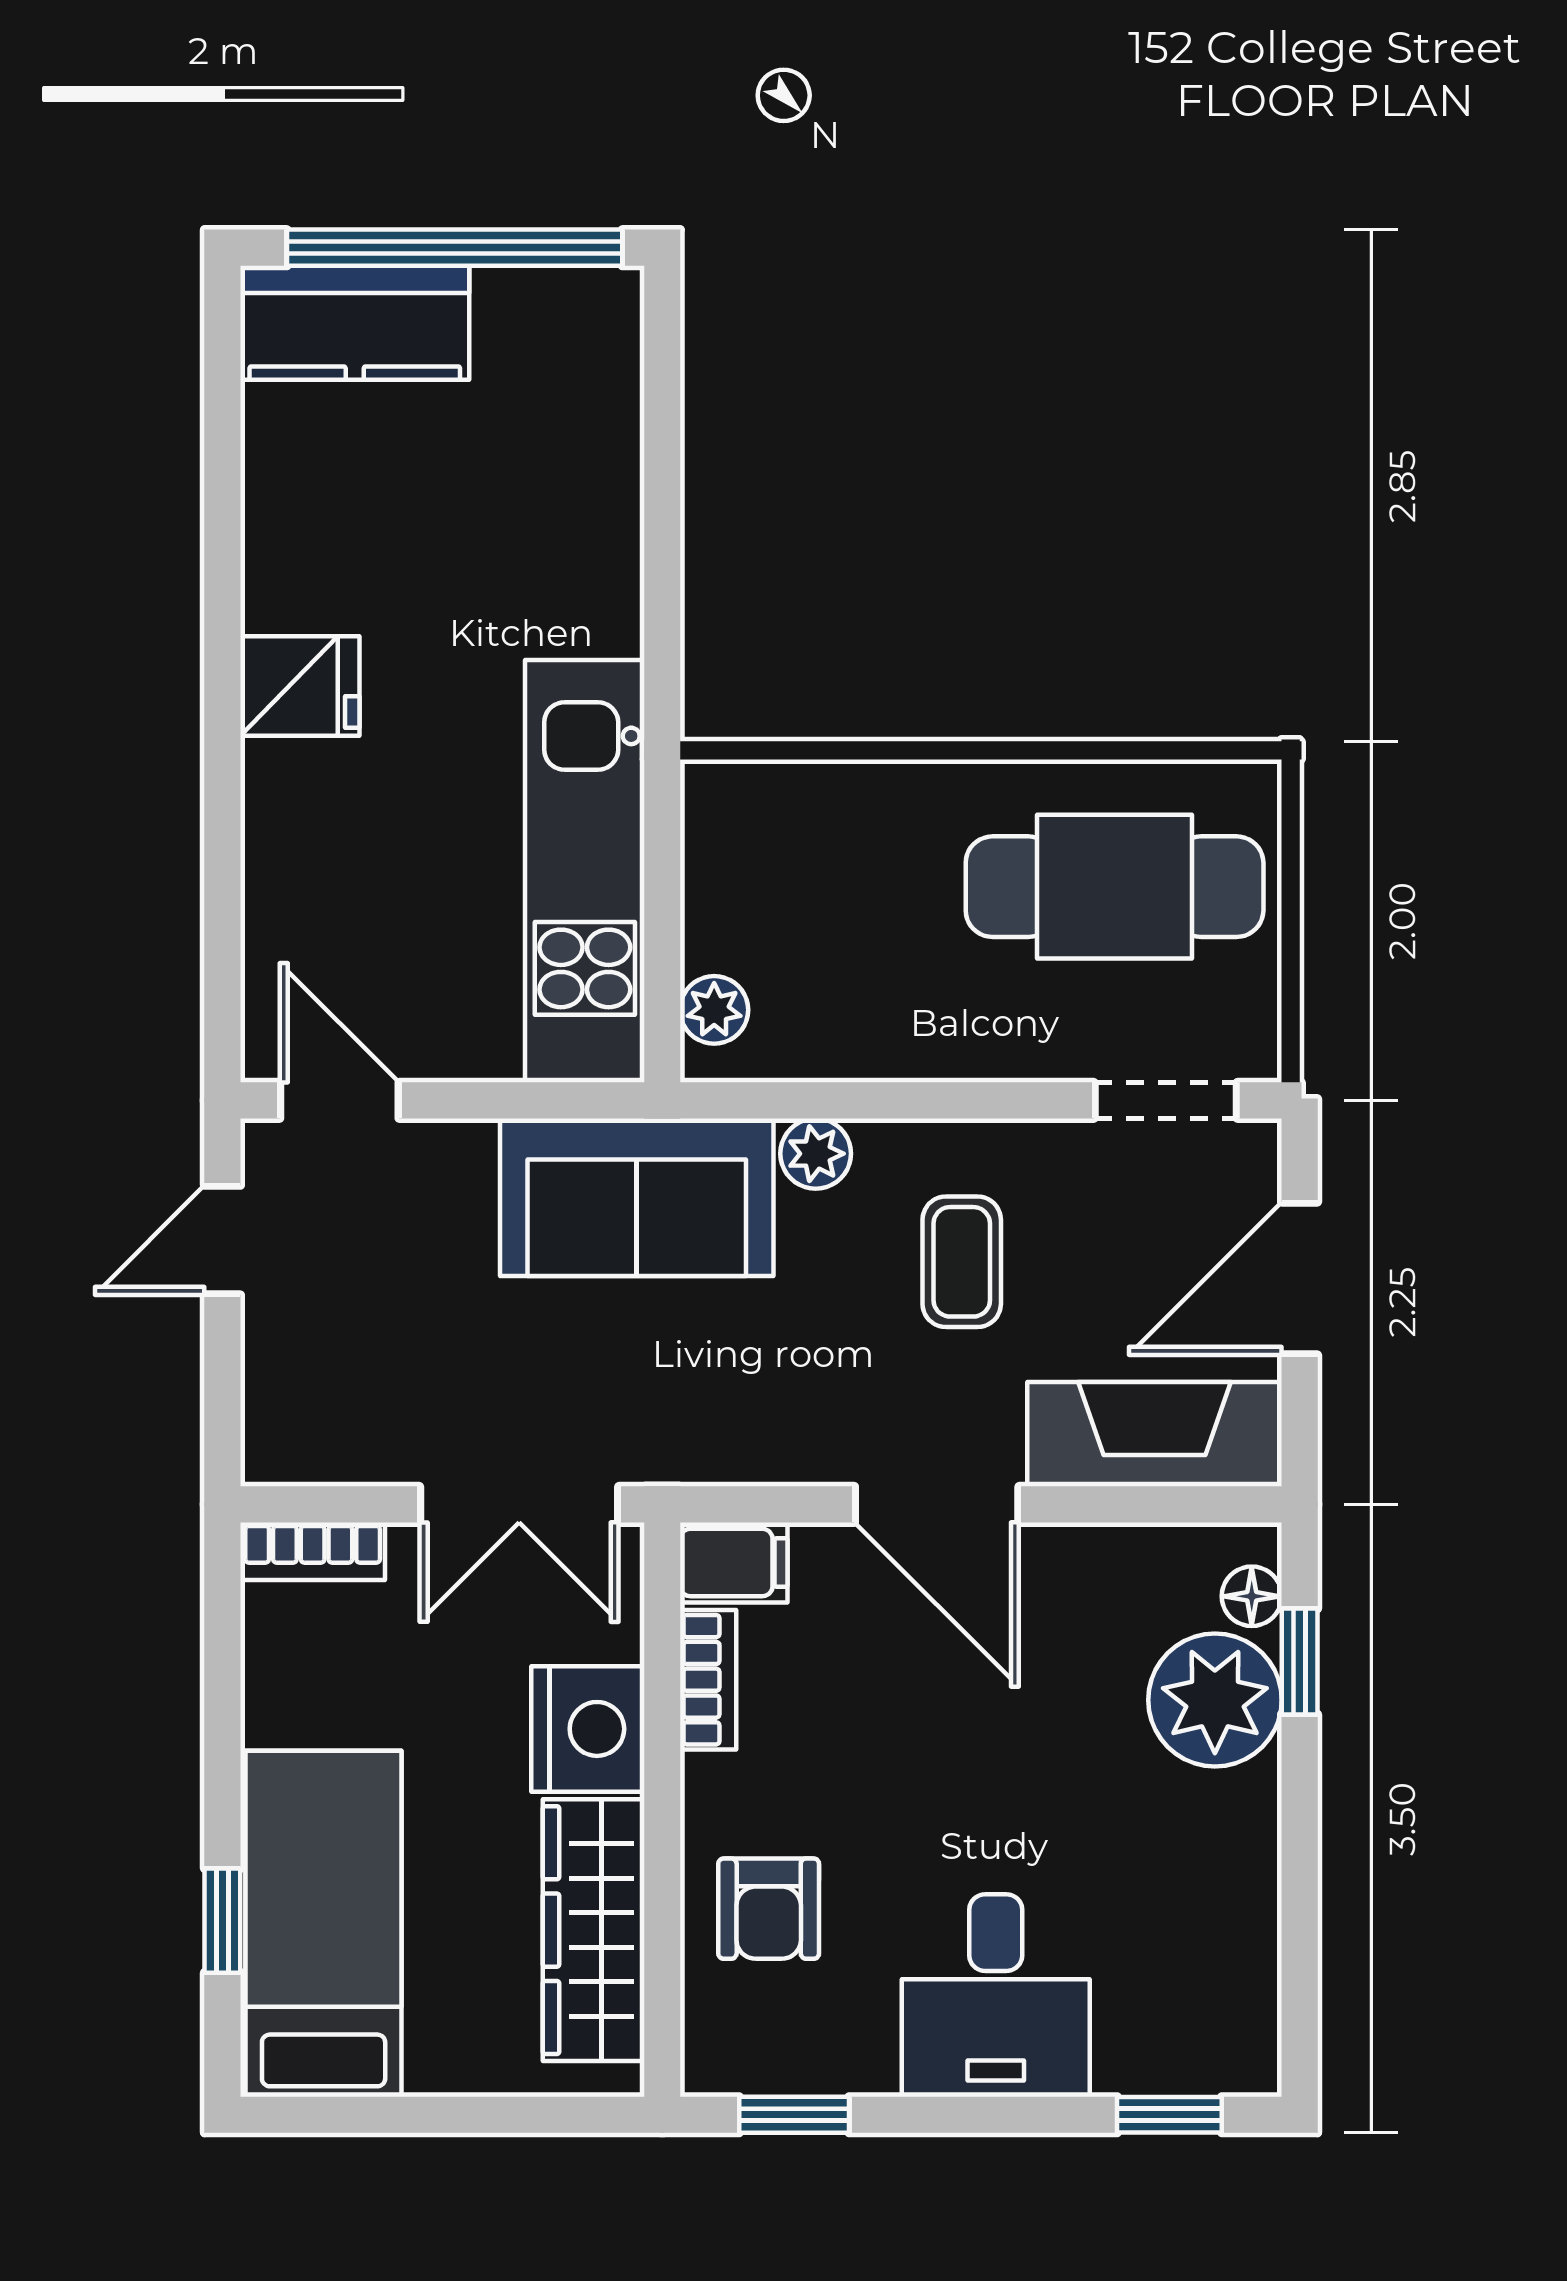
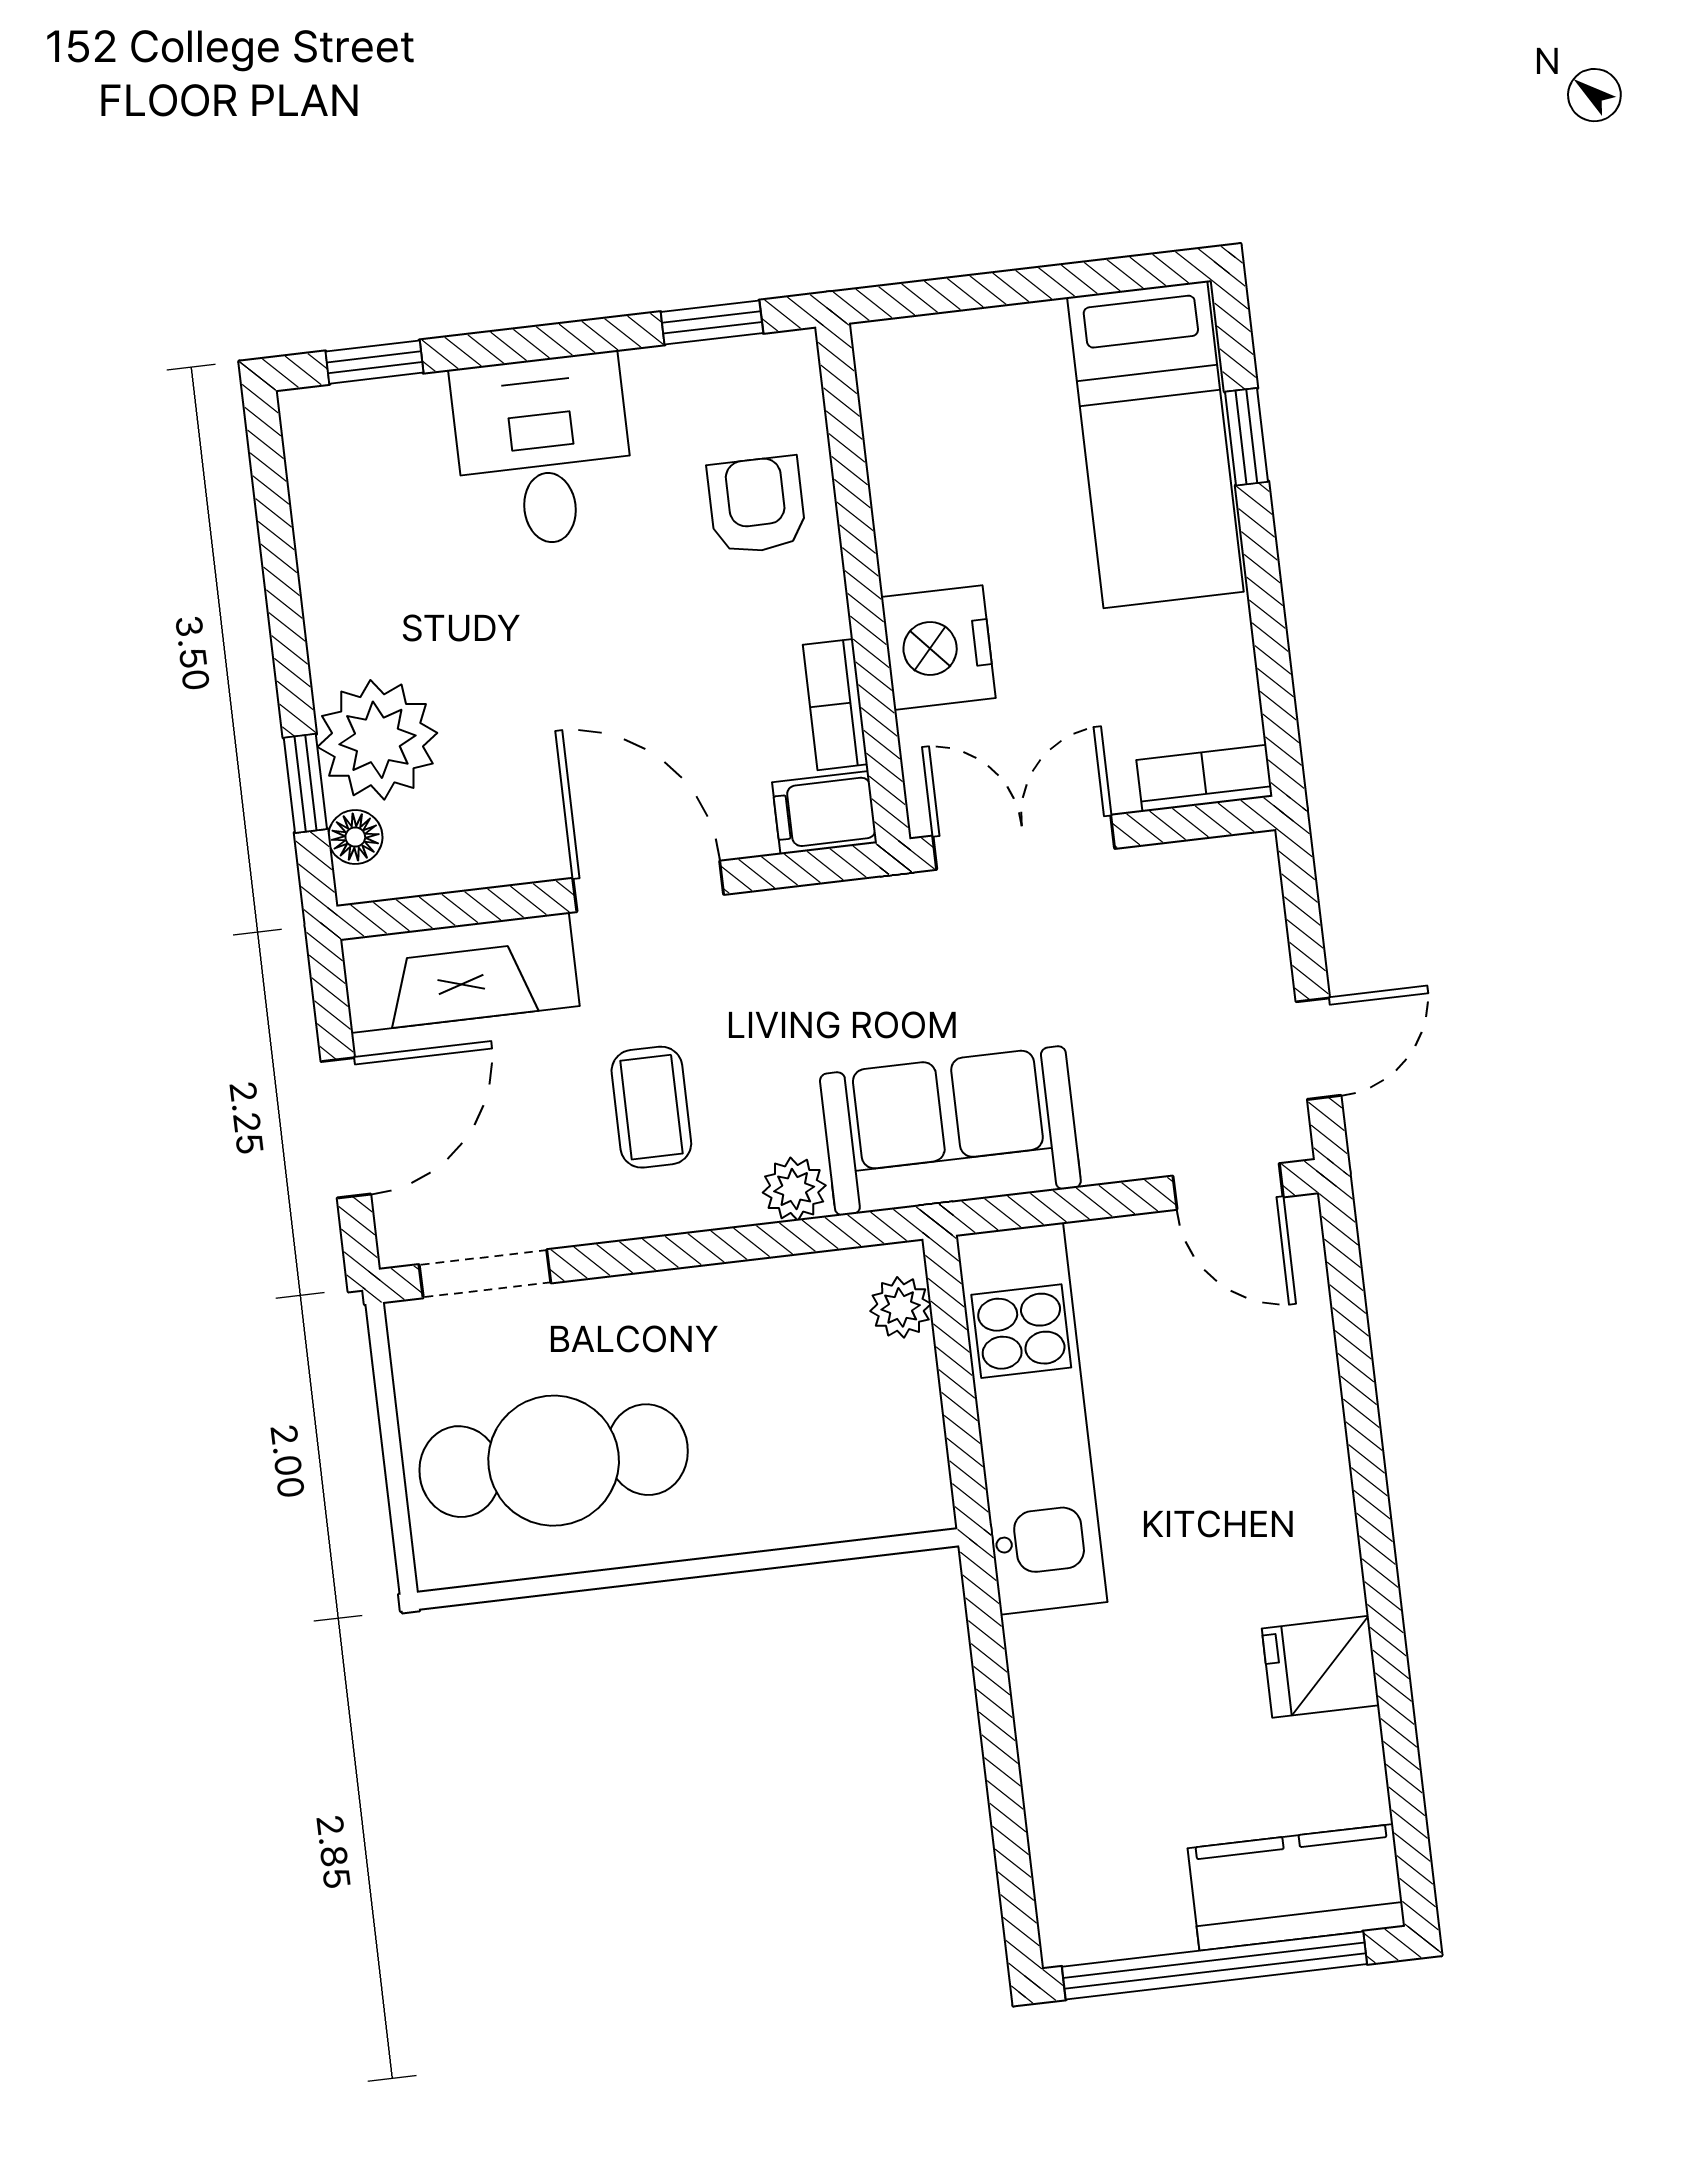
fridge: (300, 686) -> (1321, 1667), moved
wardrobe: (594, 1930) -> (912, 467), removed

